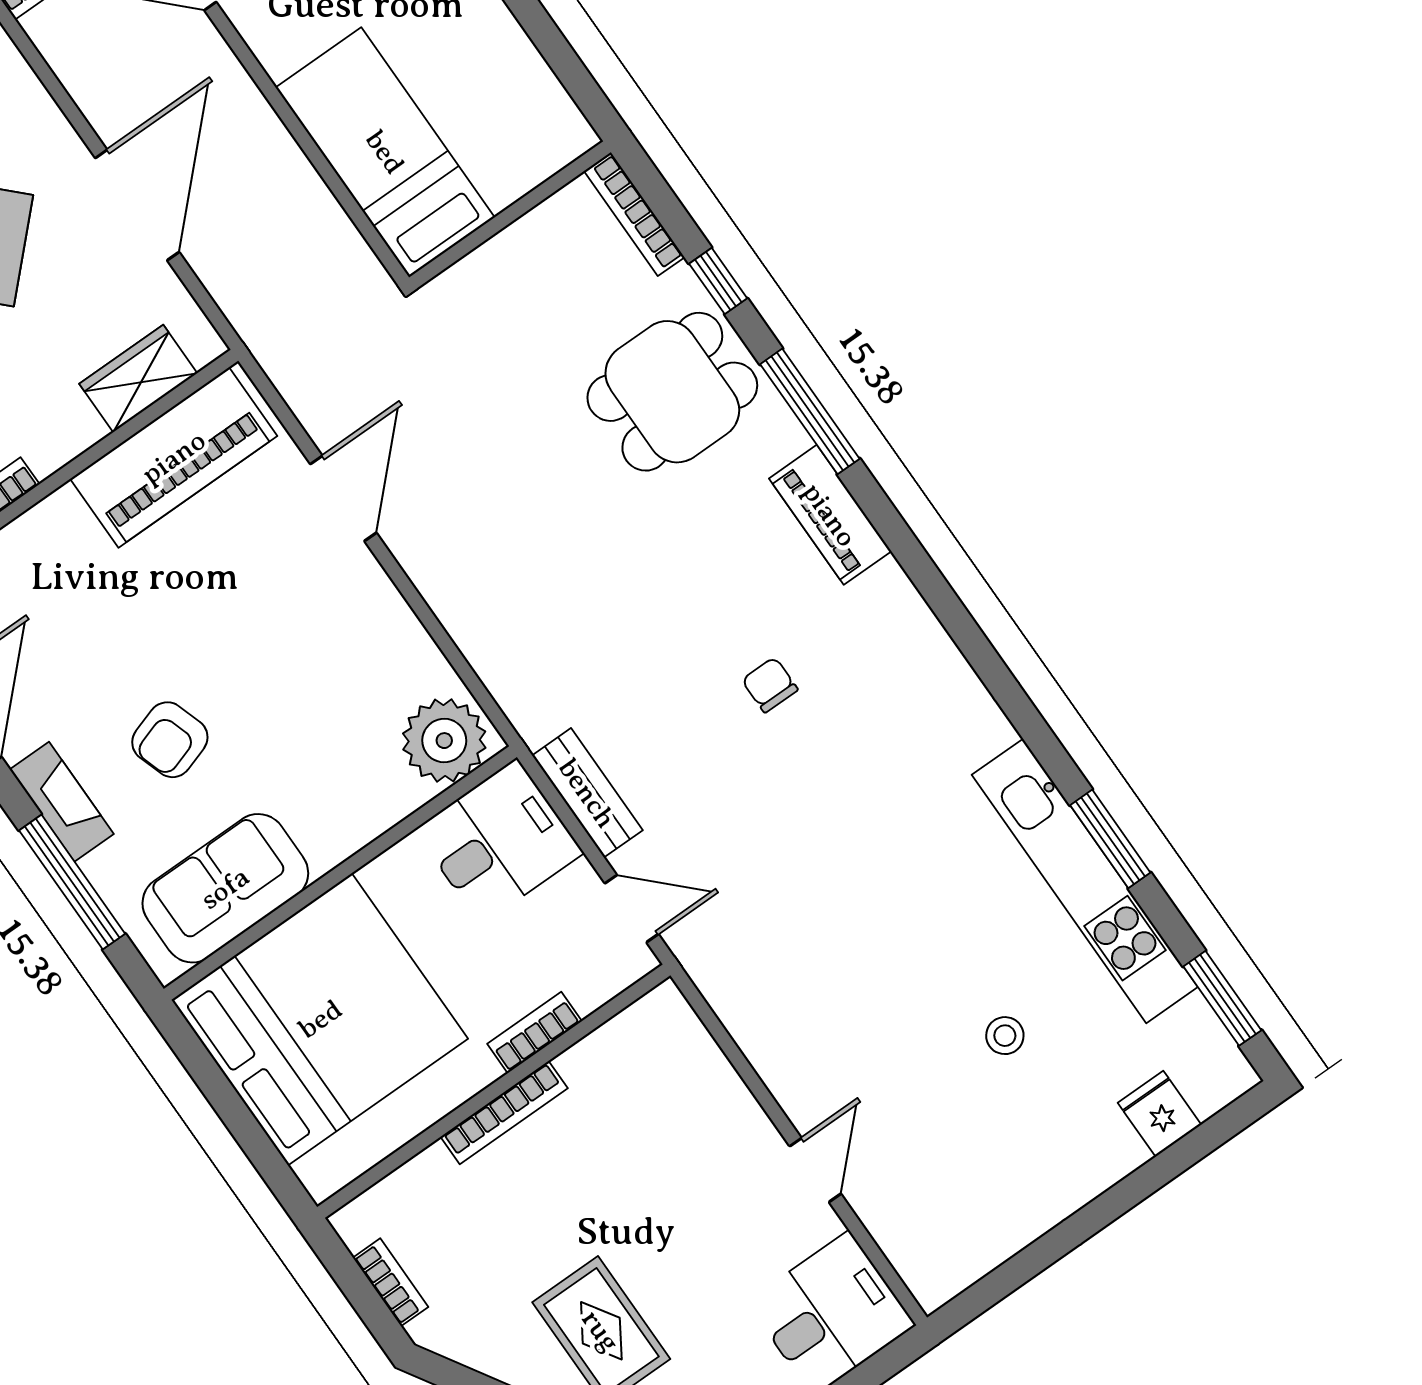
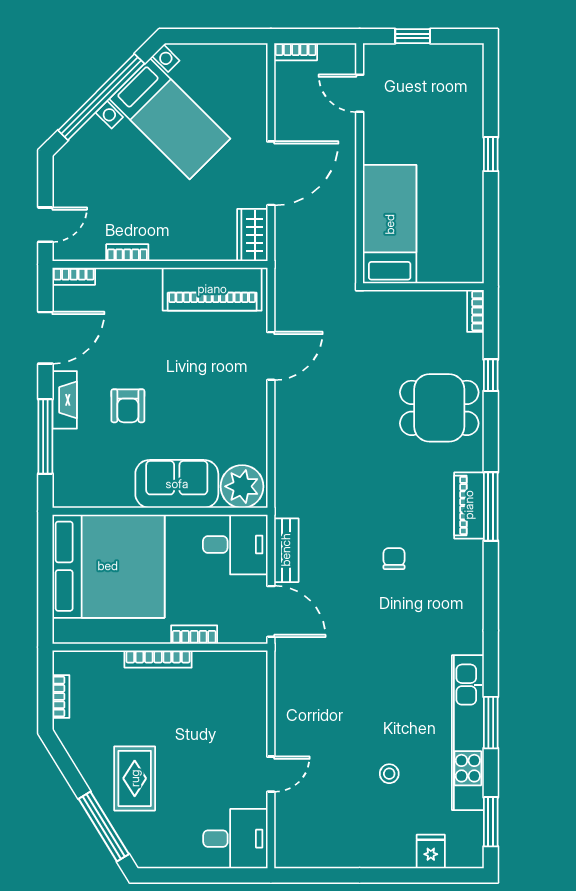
bookcase: (634, 214) -> (475, 311), width x0.64
wardrobe: (138, 378) -> (252, 235), moved, turned -90
window: (810, 411) -> (491, 507), moved
armchair: (170, 740) -> (128, 406), turned -72
sofa: (225, 888) -> (177, 484), moved
door: (632, 909) -> (271, 611), width x1.38

